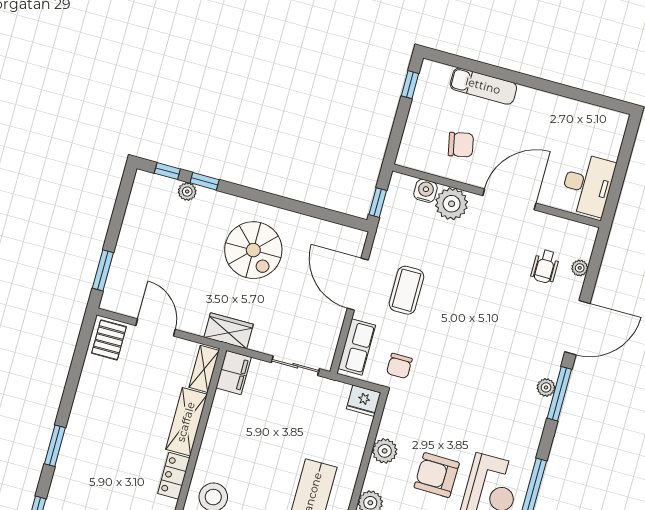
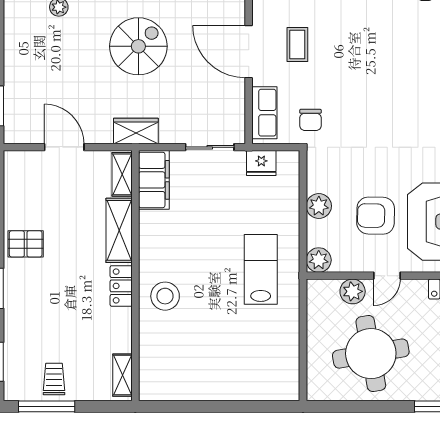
spiral stairs: (253, 250) -> (138, 46), turned -90
coffee table: (406, 290) -> (297, 45), width x0.73, depth x0.77
pallet: (109, 340) -> (26, 244), moved, turned 90
filing cabinet: (234, 372) -> (154, 180), width x1.50, depth x1.17
fridge: (364, 401) -> (261, 163), moved

